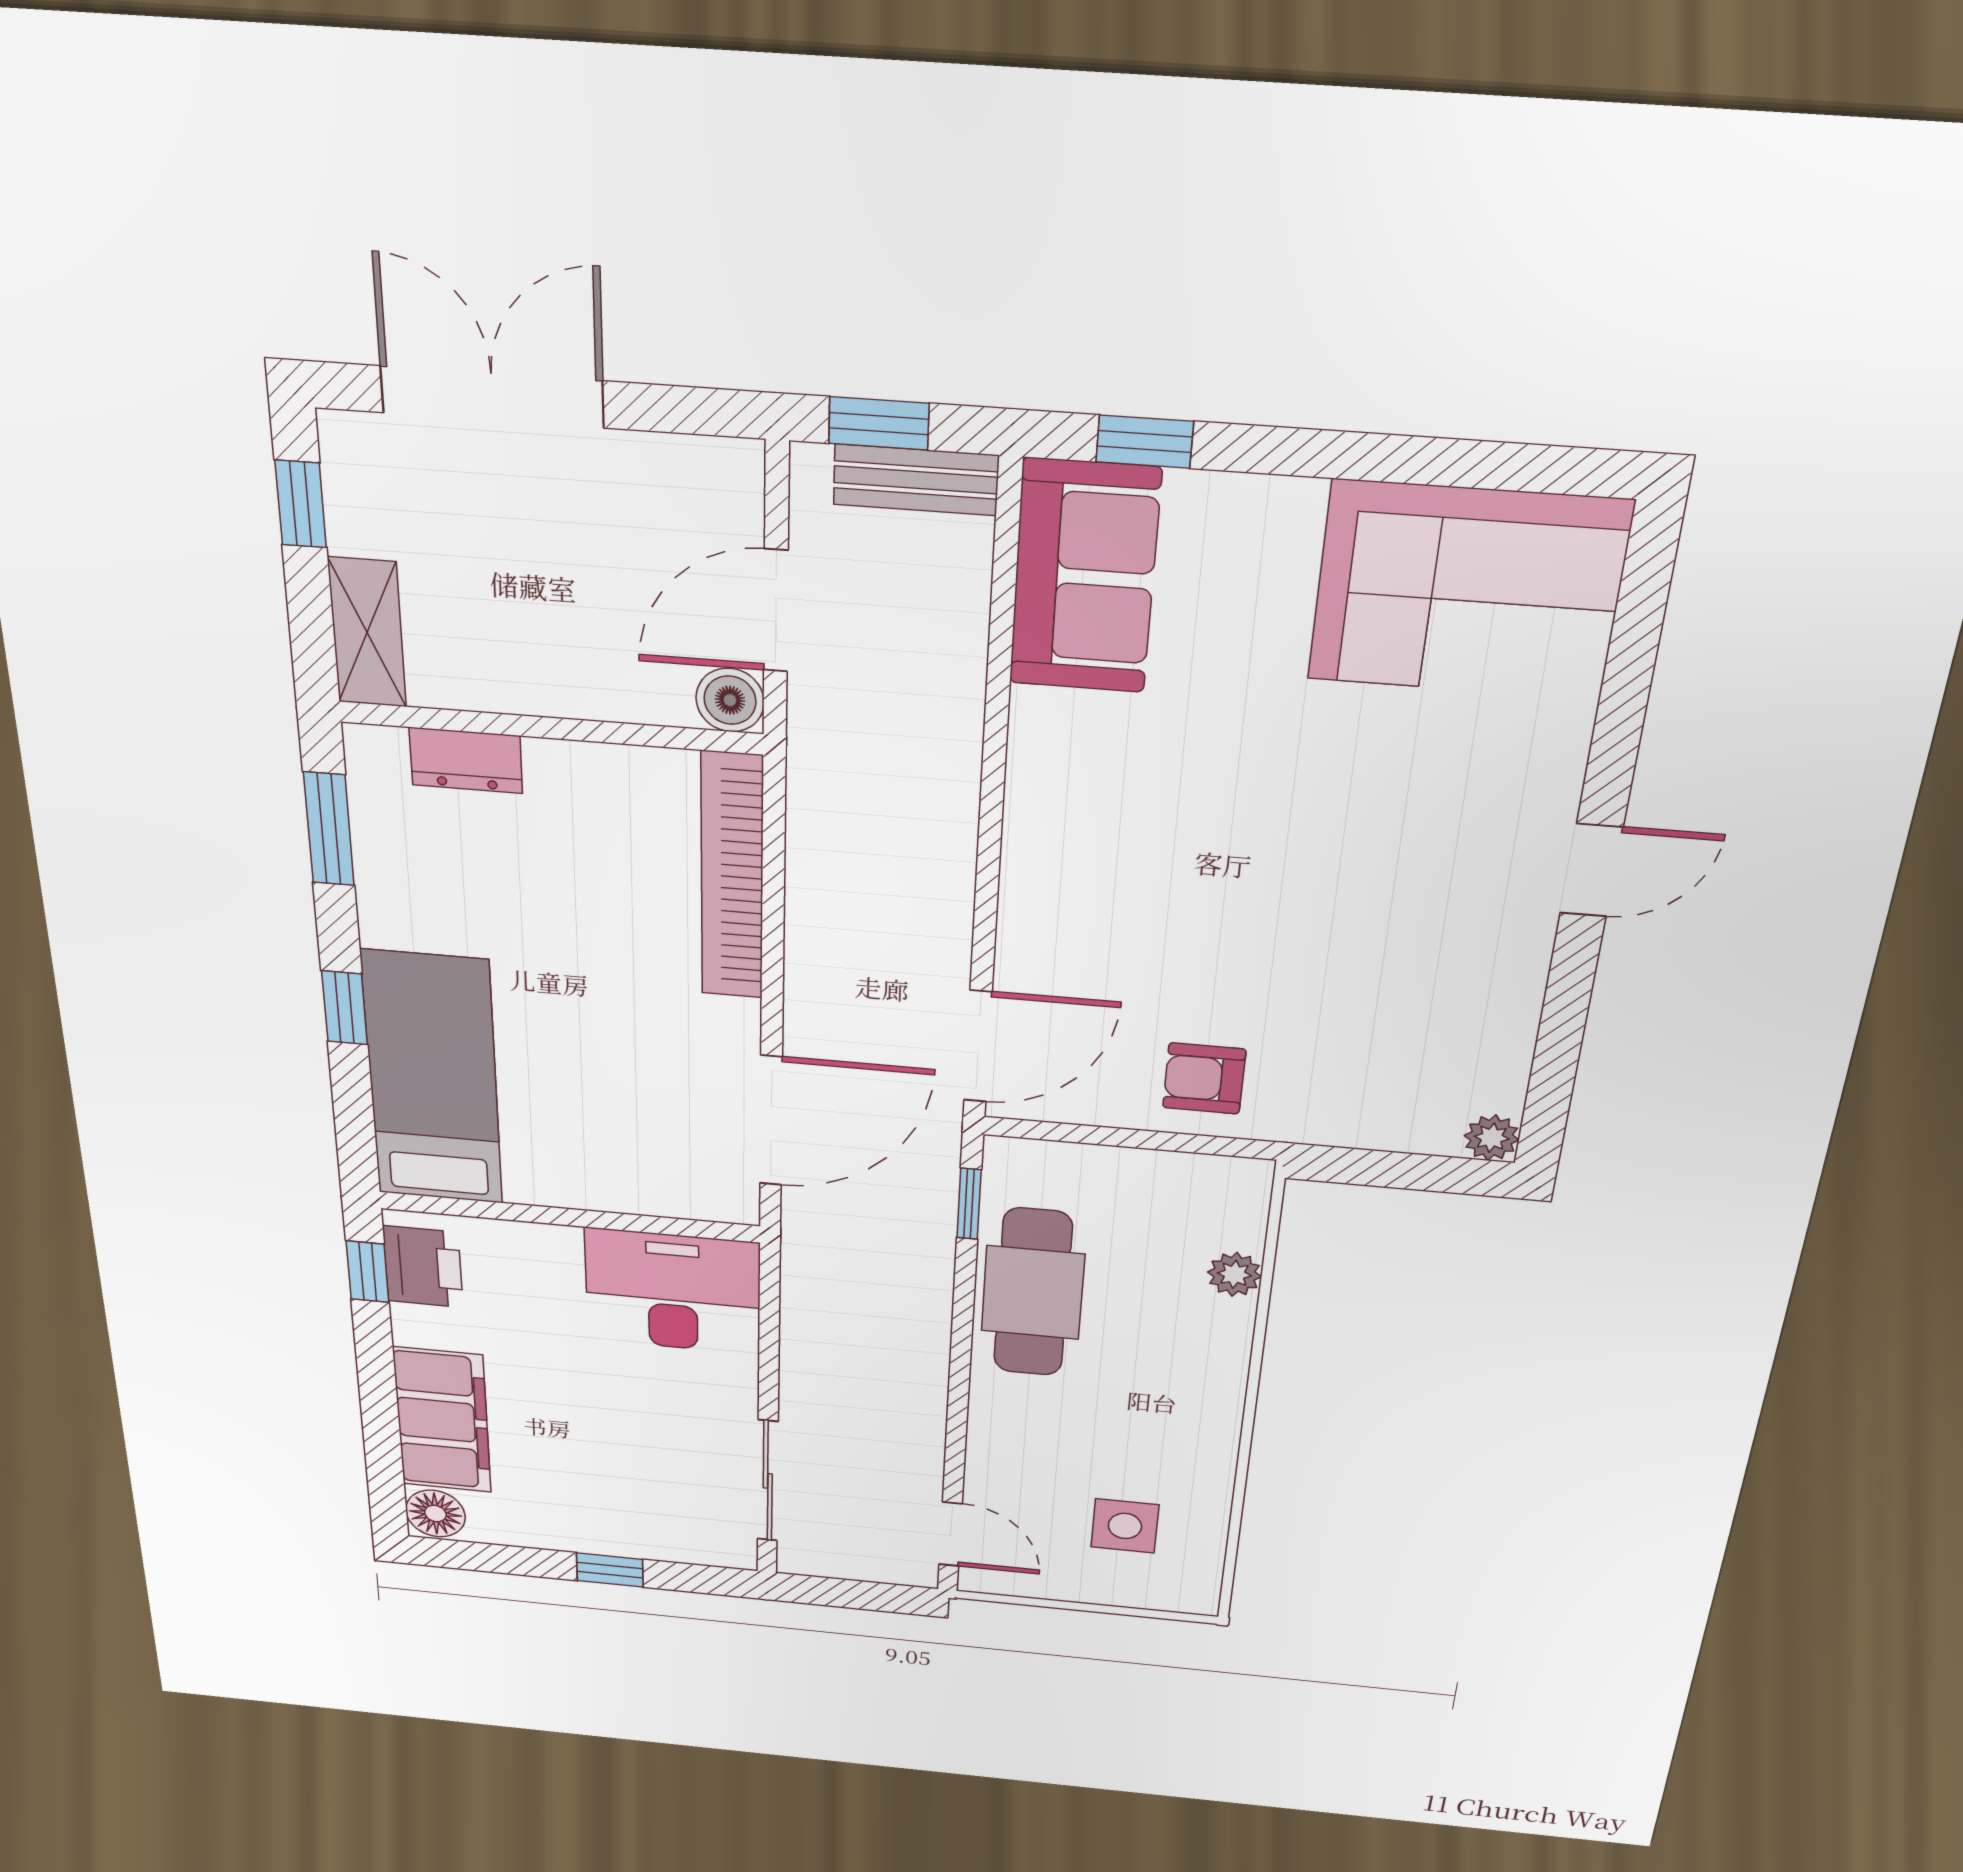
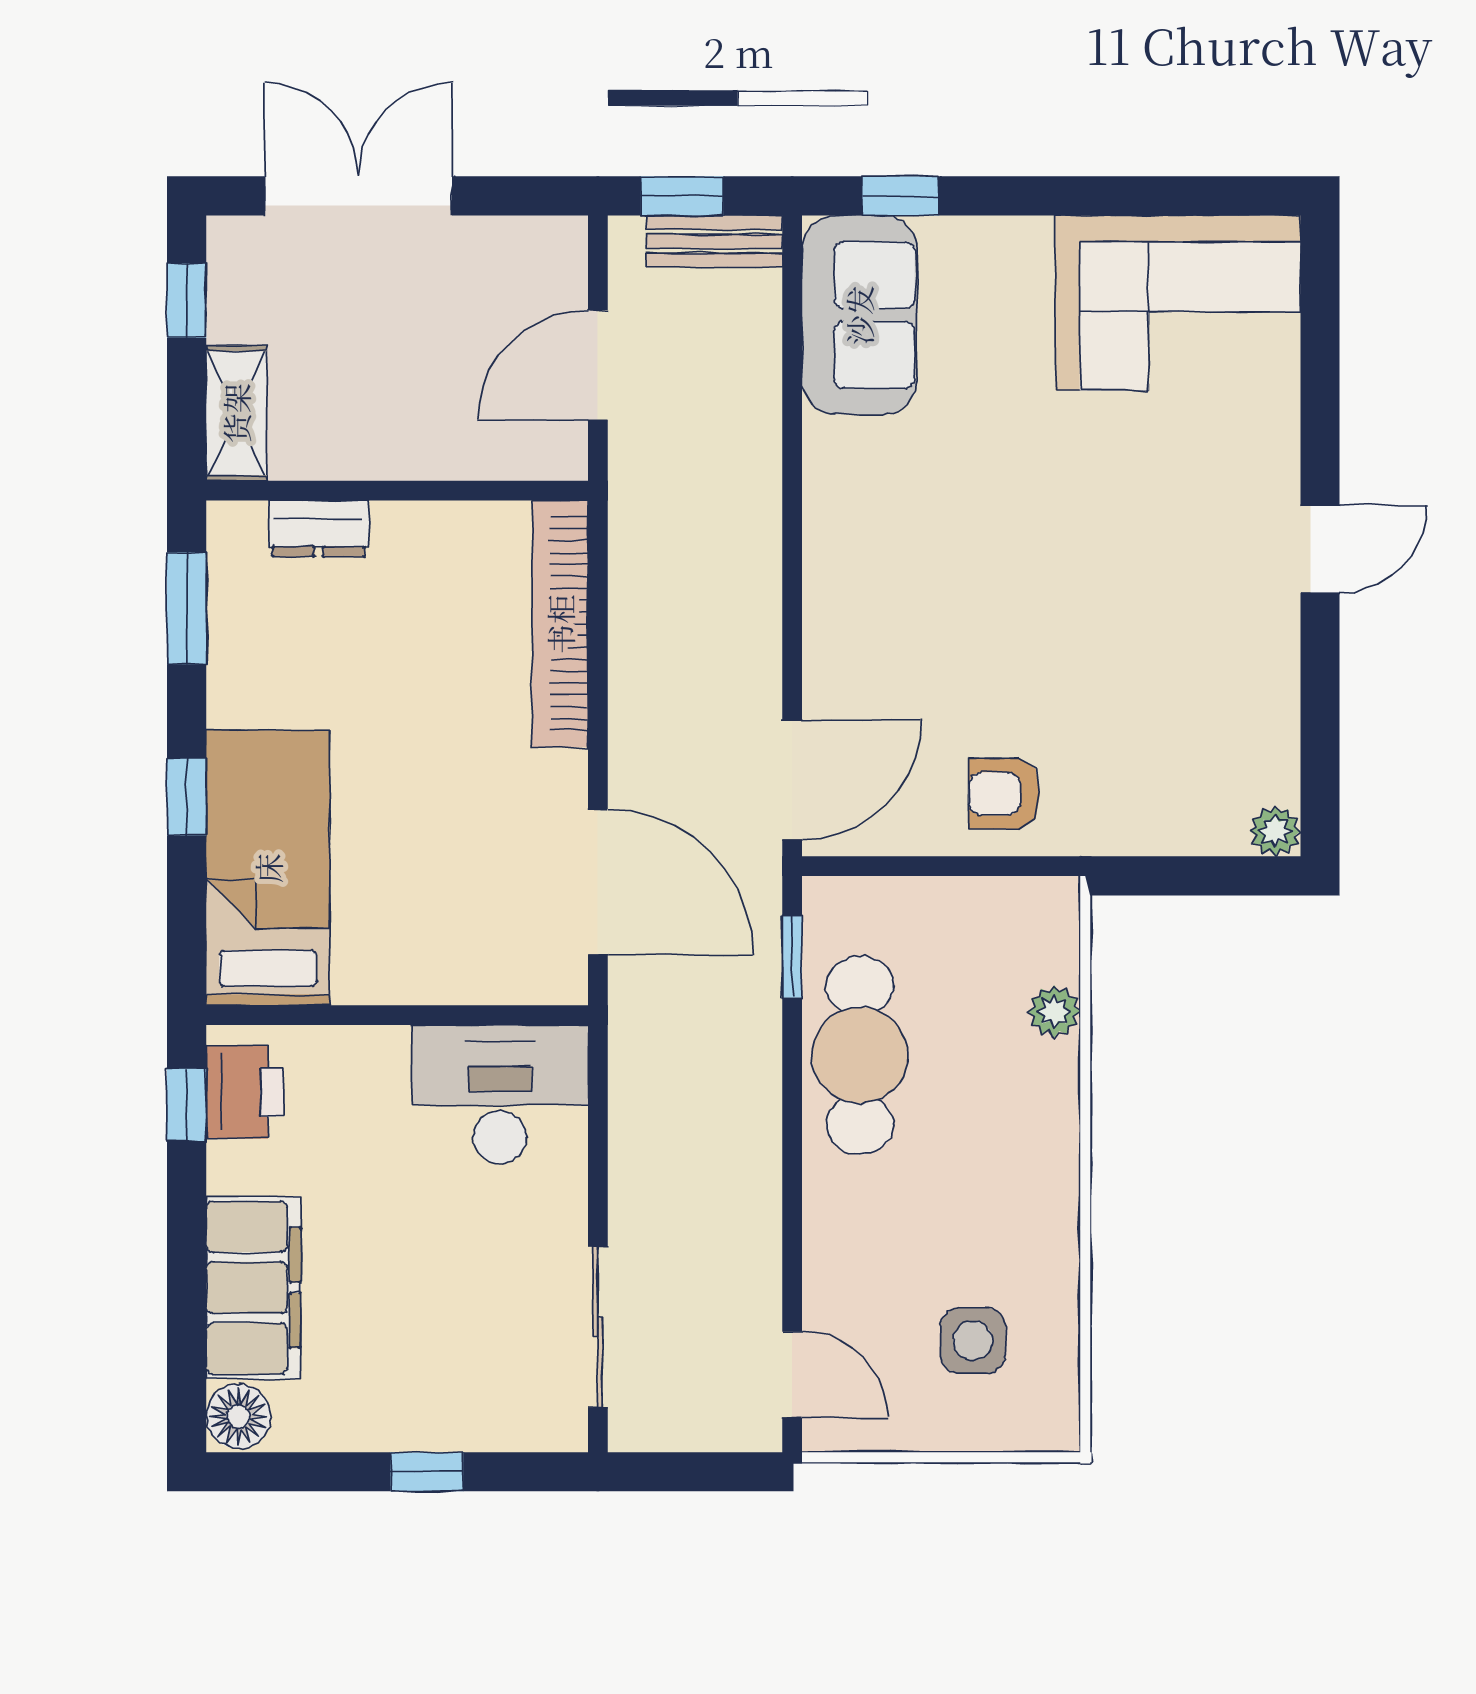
boiler: (730, 700) -> (558, 451), removed
door: (771, 1121) -> (598, 882), hinge flipped

